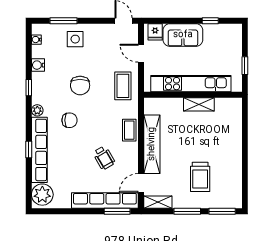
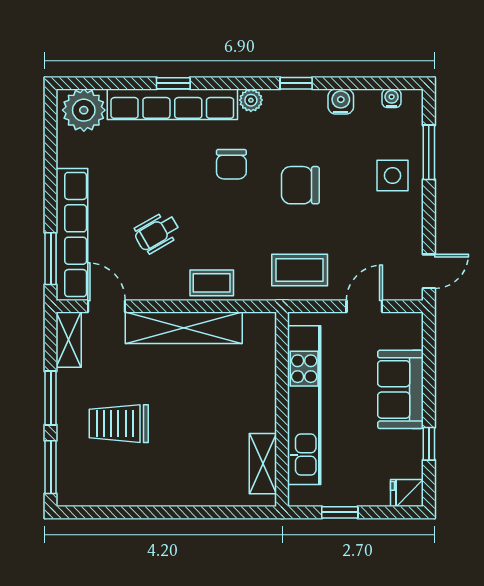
fridge: (155, 32) -> (407, 493), moved
shelving: (199, 104) -> (263, 464), moved

